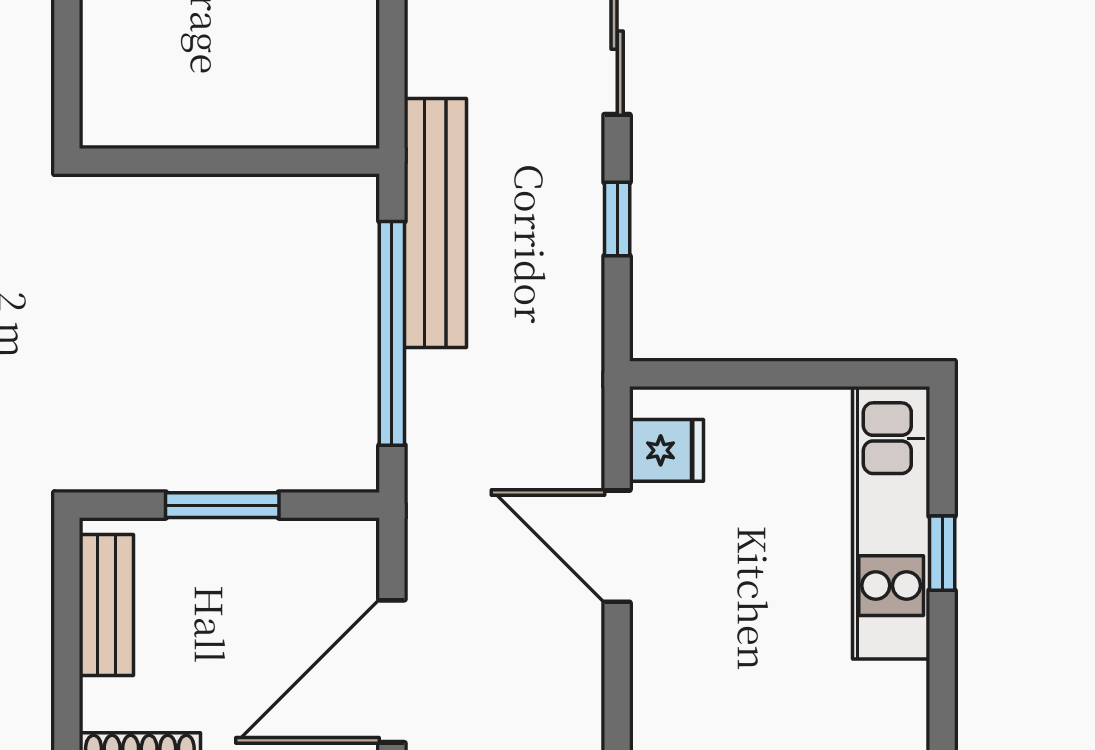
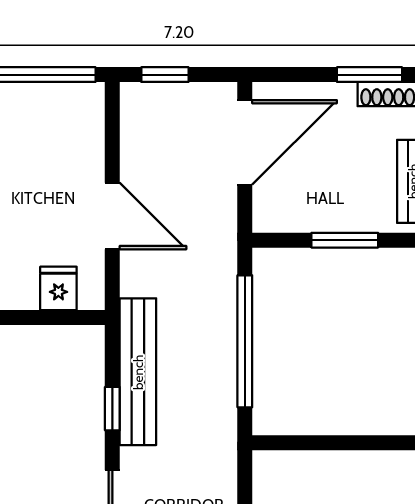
bench: (435, 223) -> (138, 372), moved
fridge: (666, 450) -> (58, 288), moved, turned 90

